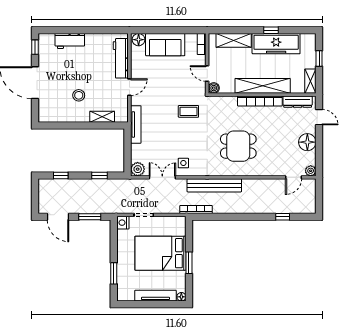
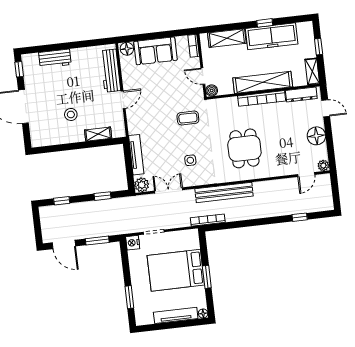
tv unit: (136, 124) -> (136, 155), moved
dining table: (238, 146) -> (244, 148), turned 90
side table: (183, 163) -> (190, 160), moved

